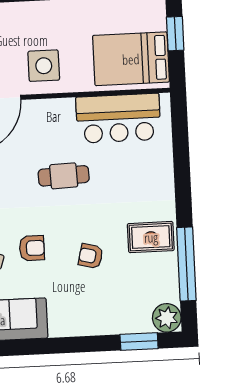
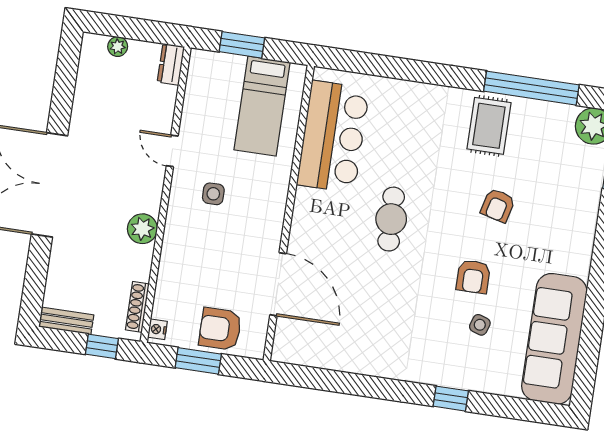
bed: (131, 59) -> (262, 106), width x0.67
side table: (44, 66) -> (213, 194), moved, width x0.54, depth x0.54
armchair: (32, 248) -> (473, 277), turned 180

